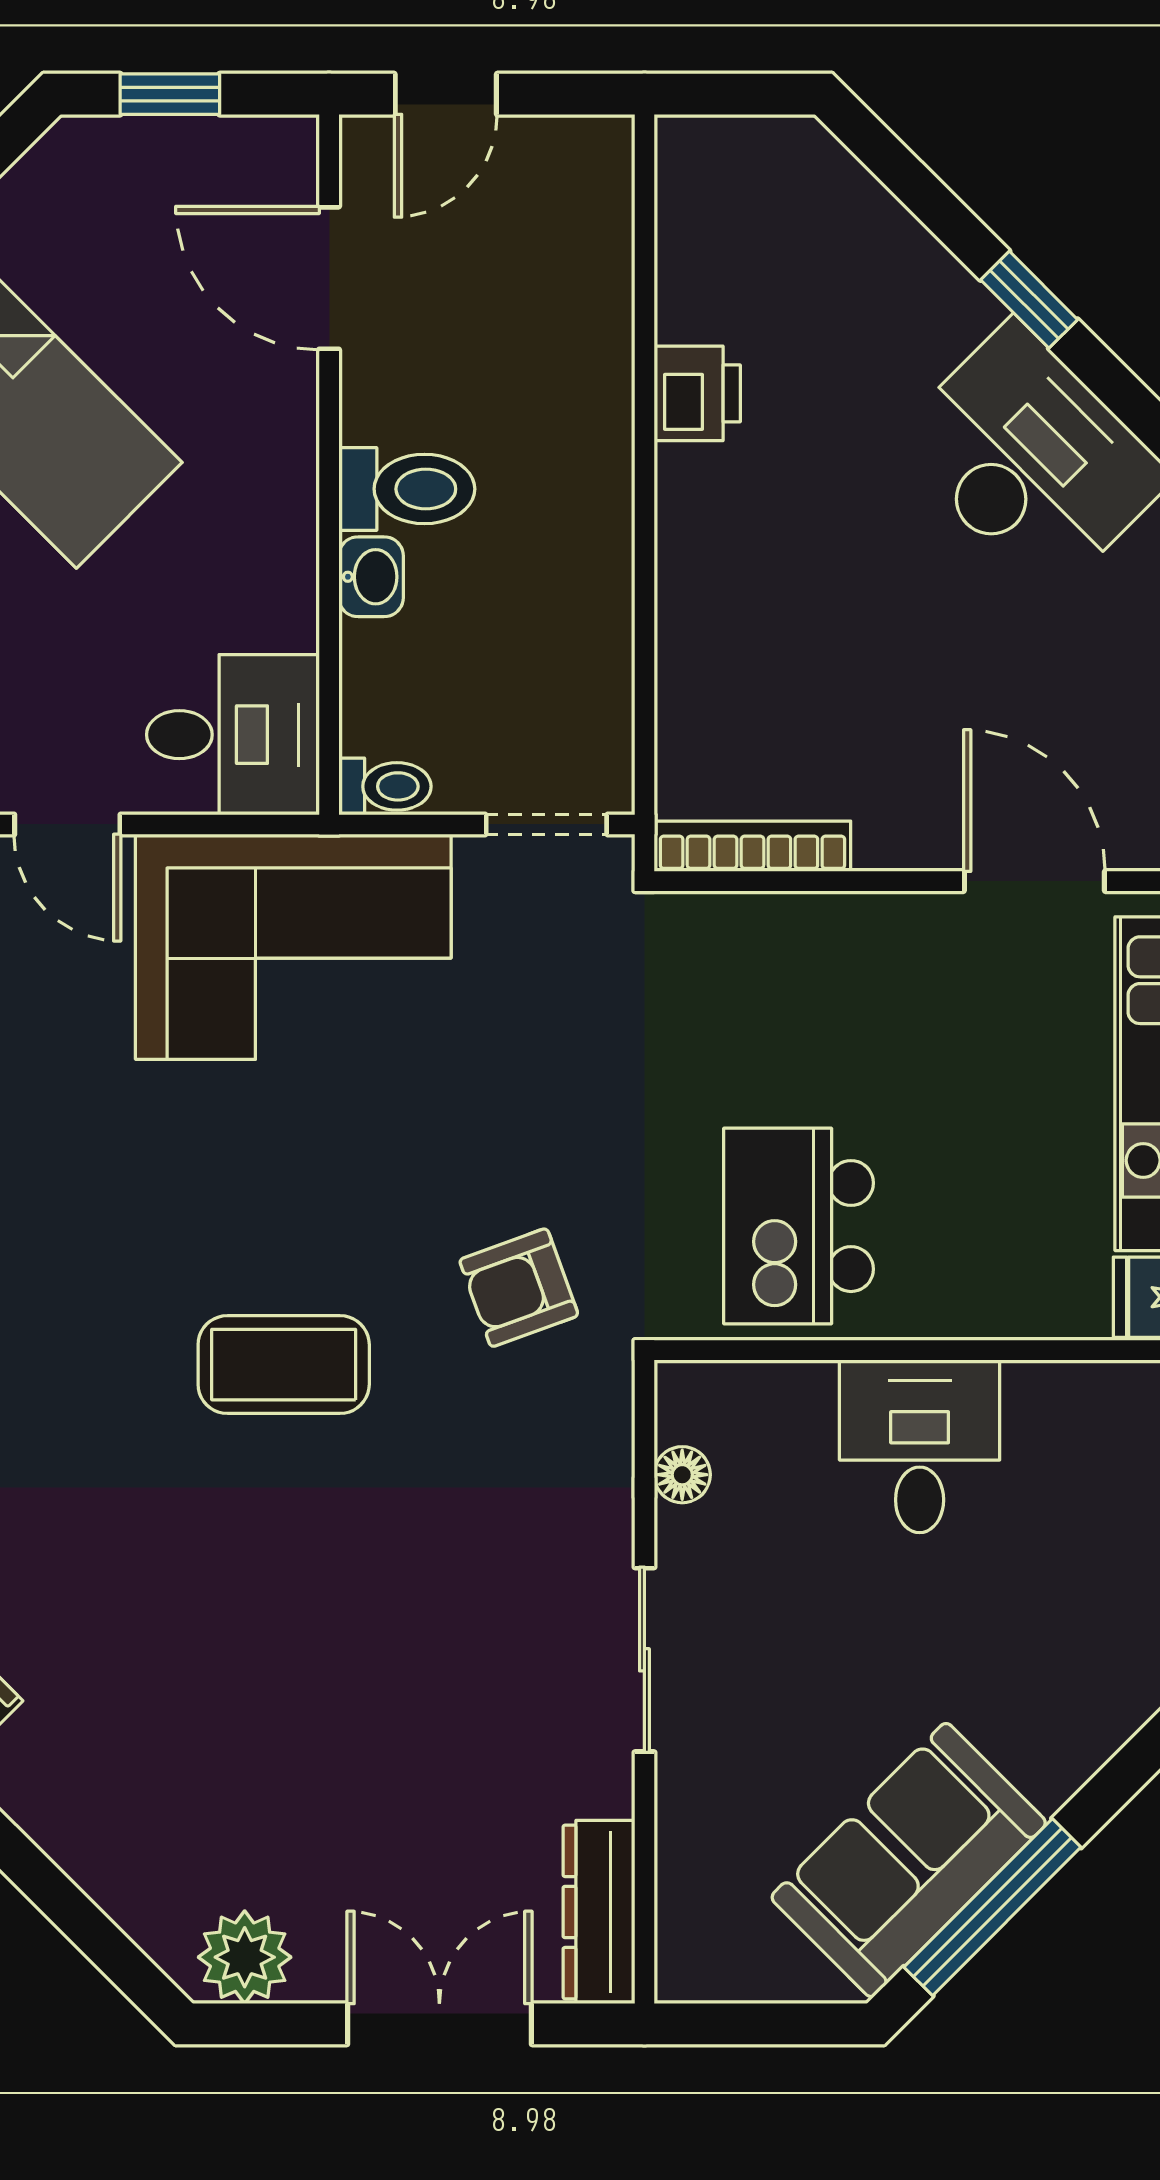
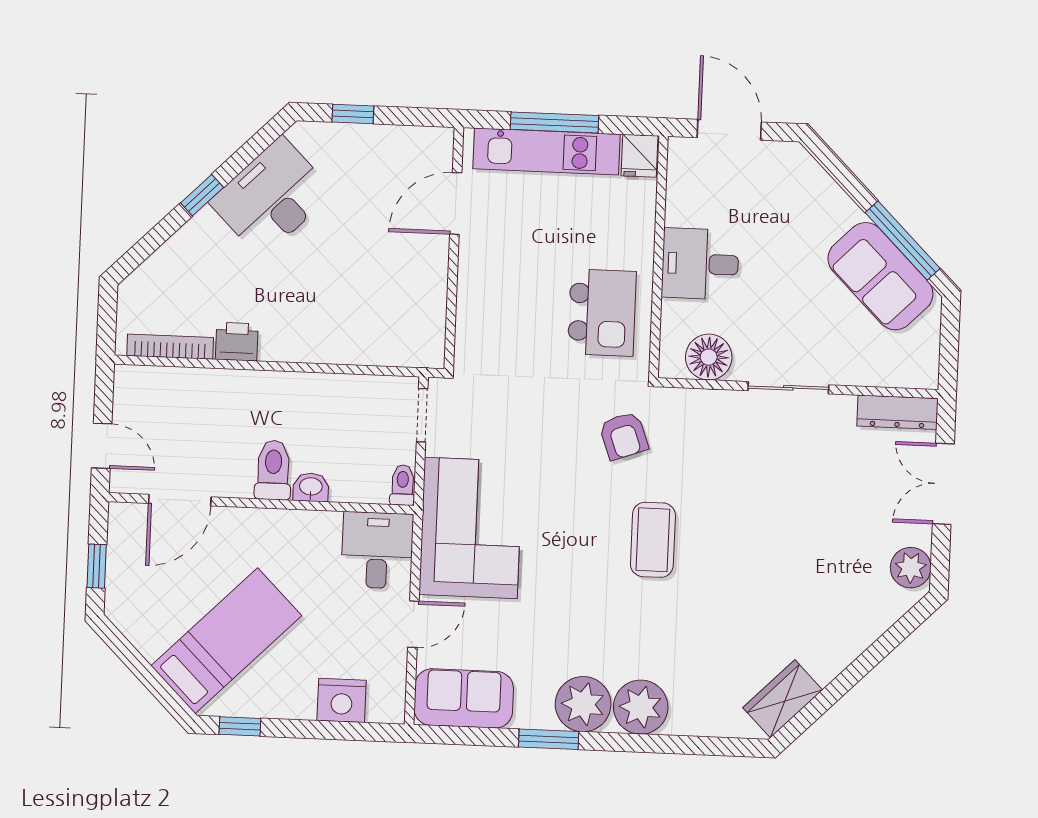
bookcase: (752, 846) -> (170, 347), moved, turned 90
kitchen island: (799, 1226) -> (602, 313), turned -90
floor lamp: (682, 1475) -> (709, 357), width x1.89, depth x1.89

